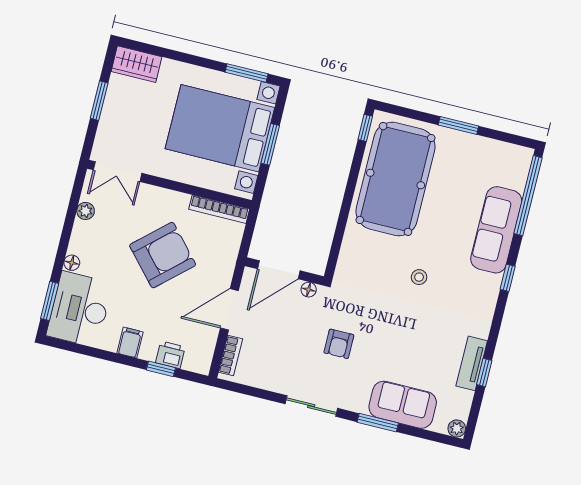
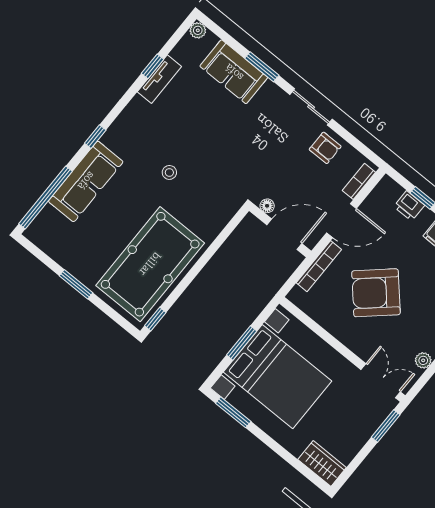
window: (99, 101) -> (386, 426), moved
bookcase: (219, 209) -> (319, 266), moved, turned 90
armchair: (339, 344) -> (325, 148), moved, turned 90

